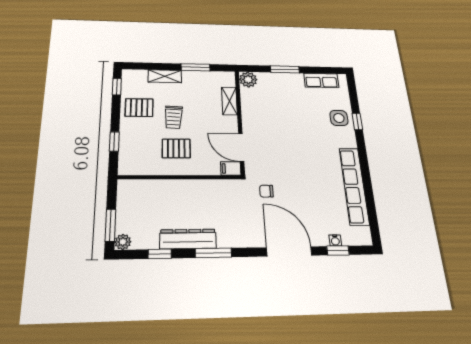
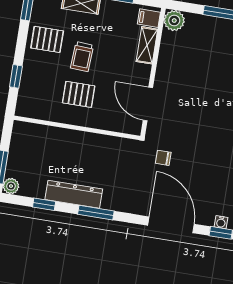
filing cabinet: (231, 168) -> (149, 18), moved

